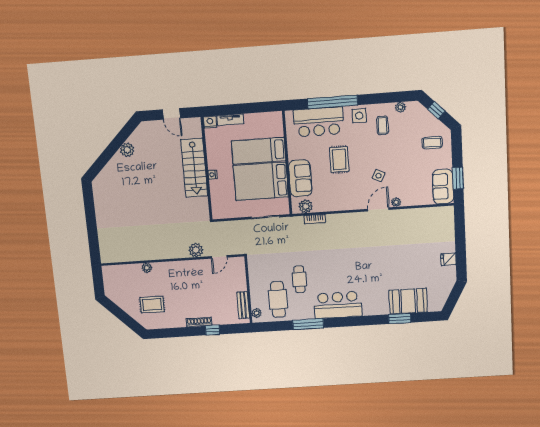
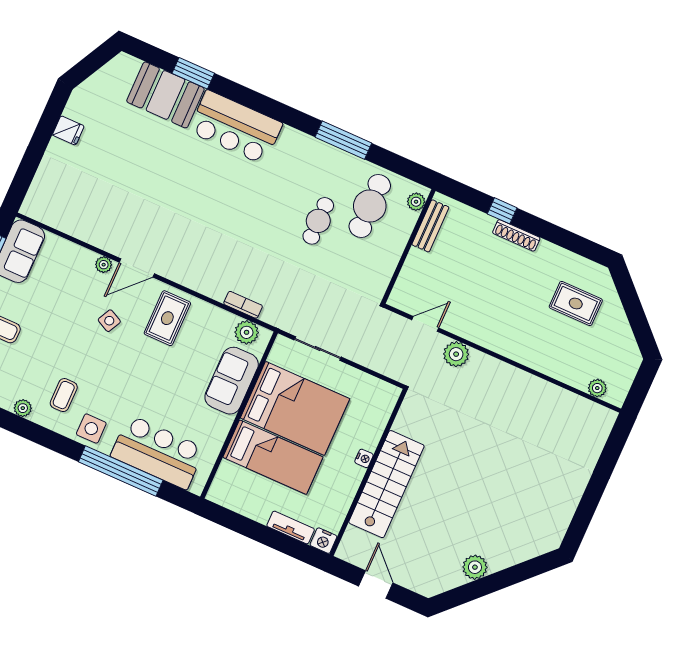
rug: (339, 160) -> (167, 318), moved
plant: (147, 268) -> (597, 388), moved
bar counter: (338, 305) -> (235, 127), moved

